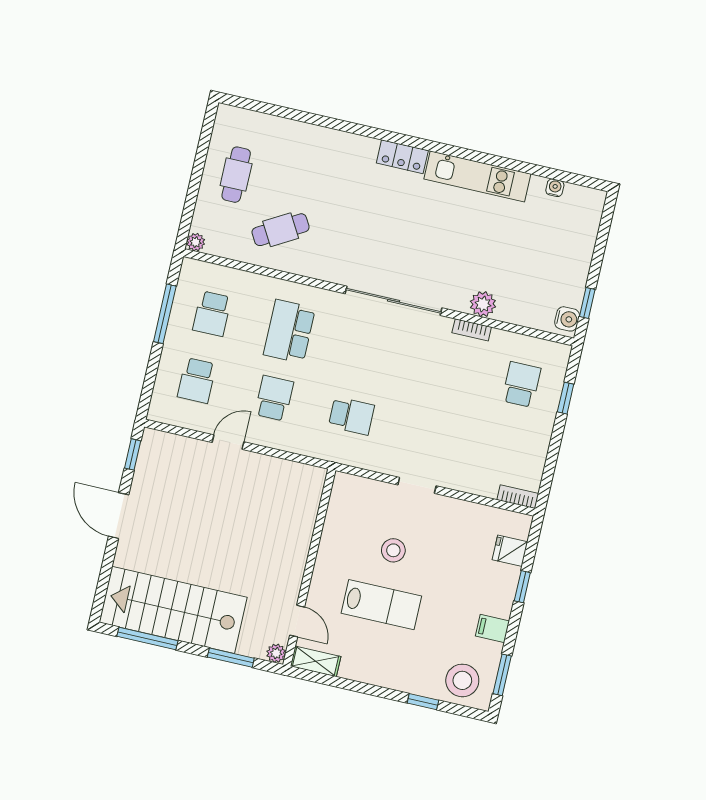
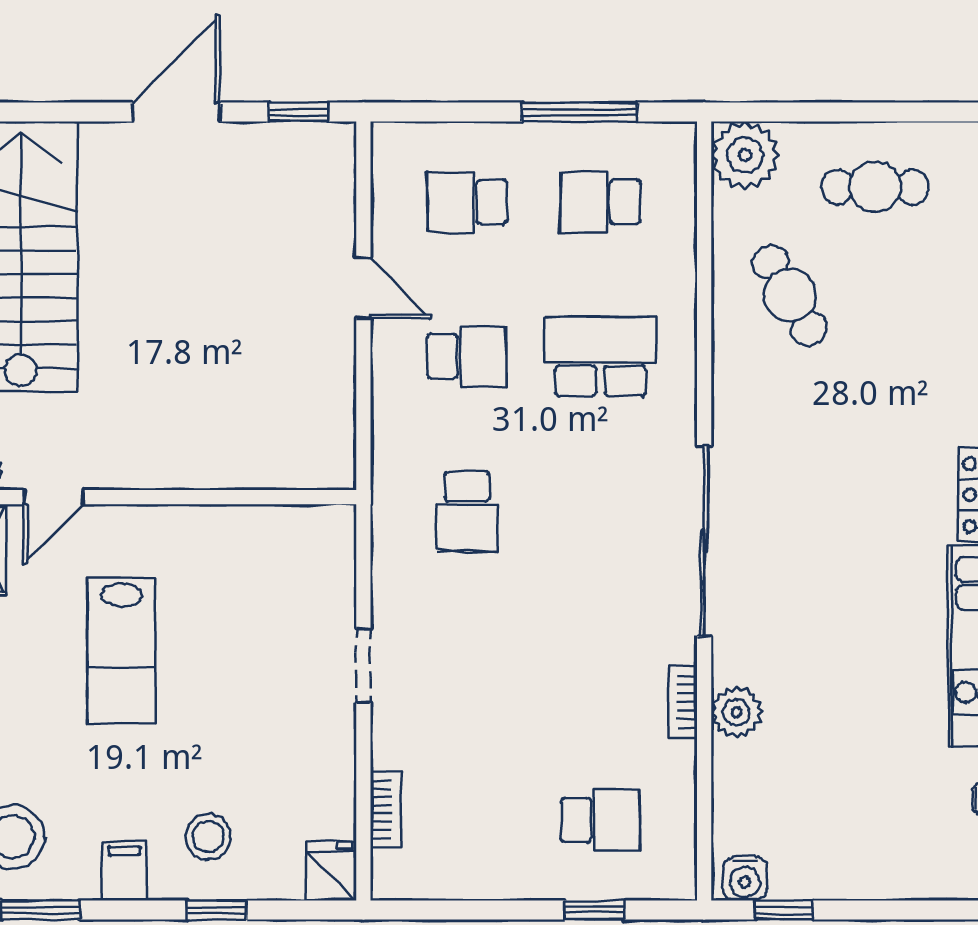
plant: (196, 242) -> (745, 155), width x1.88, depth x1.88
bookcase: (518, 497) -> (386, 809), moved
stool: (393, 550) -> (208, 837), moved
fridge: (510, 551) -> (331, 871), moved

